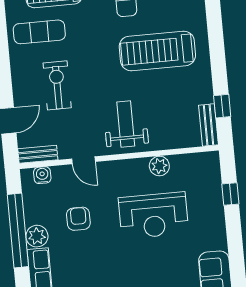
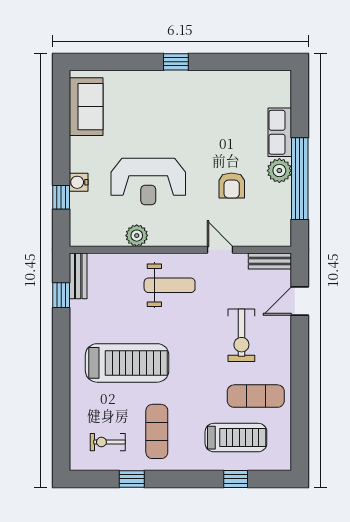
weight bench: (126, 124) -> (170, 285), turned -90
water cooler: (42, 175) -> (79, 182), moved, turned 90
reception desk: (154, 215) -> (148, 181), turned 180

